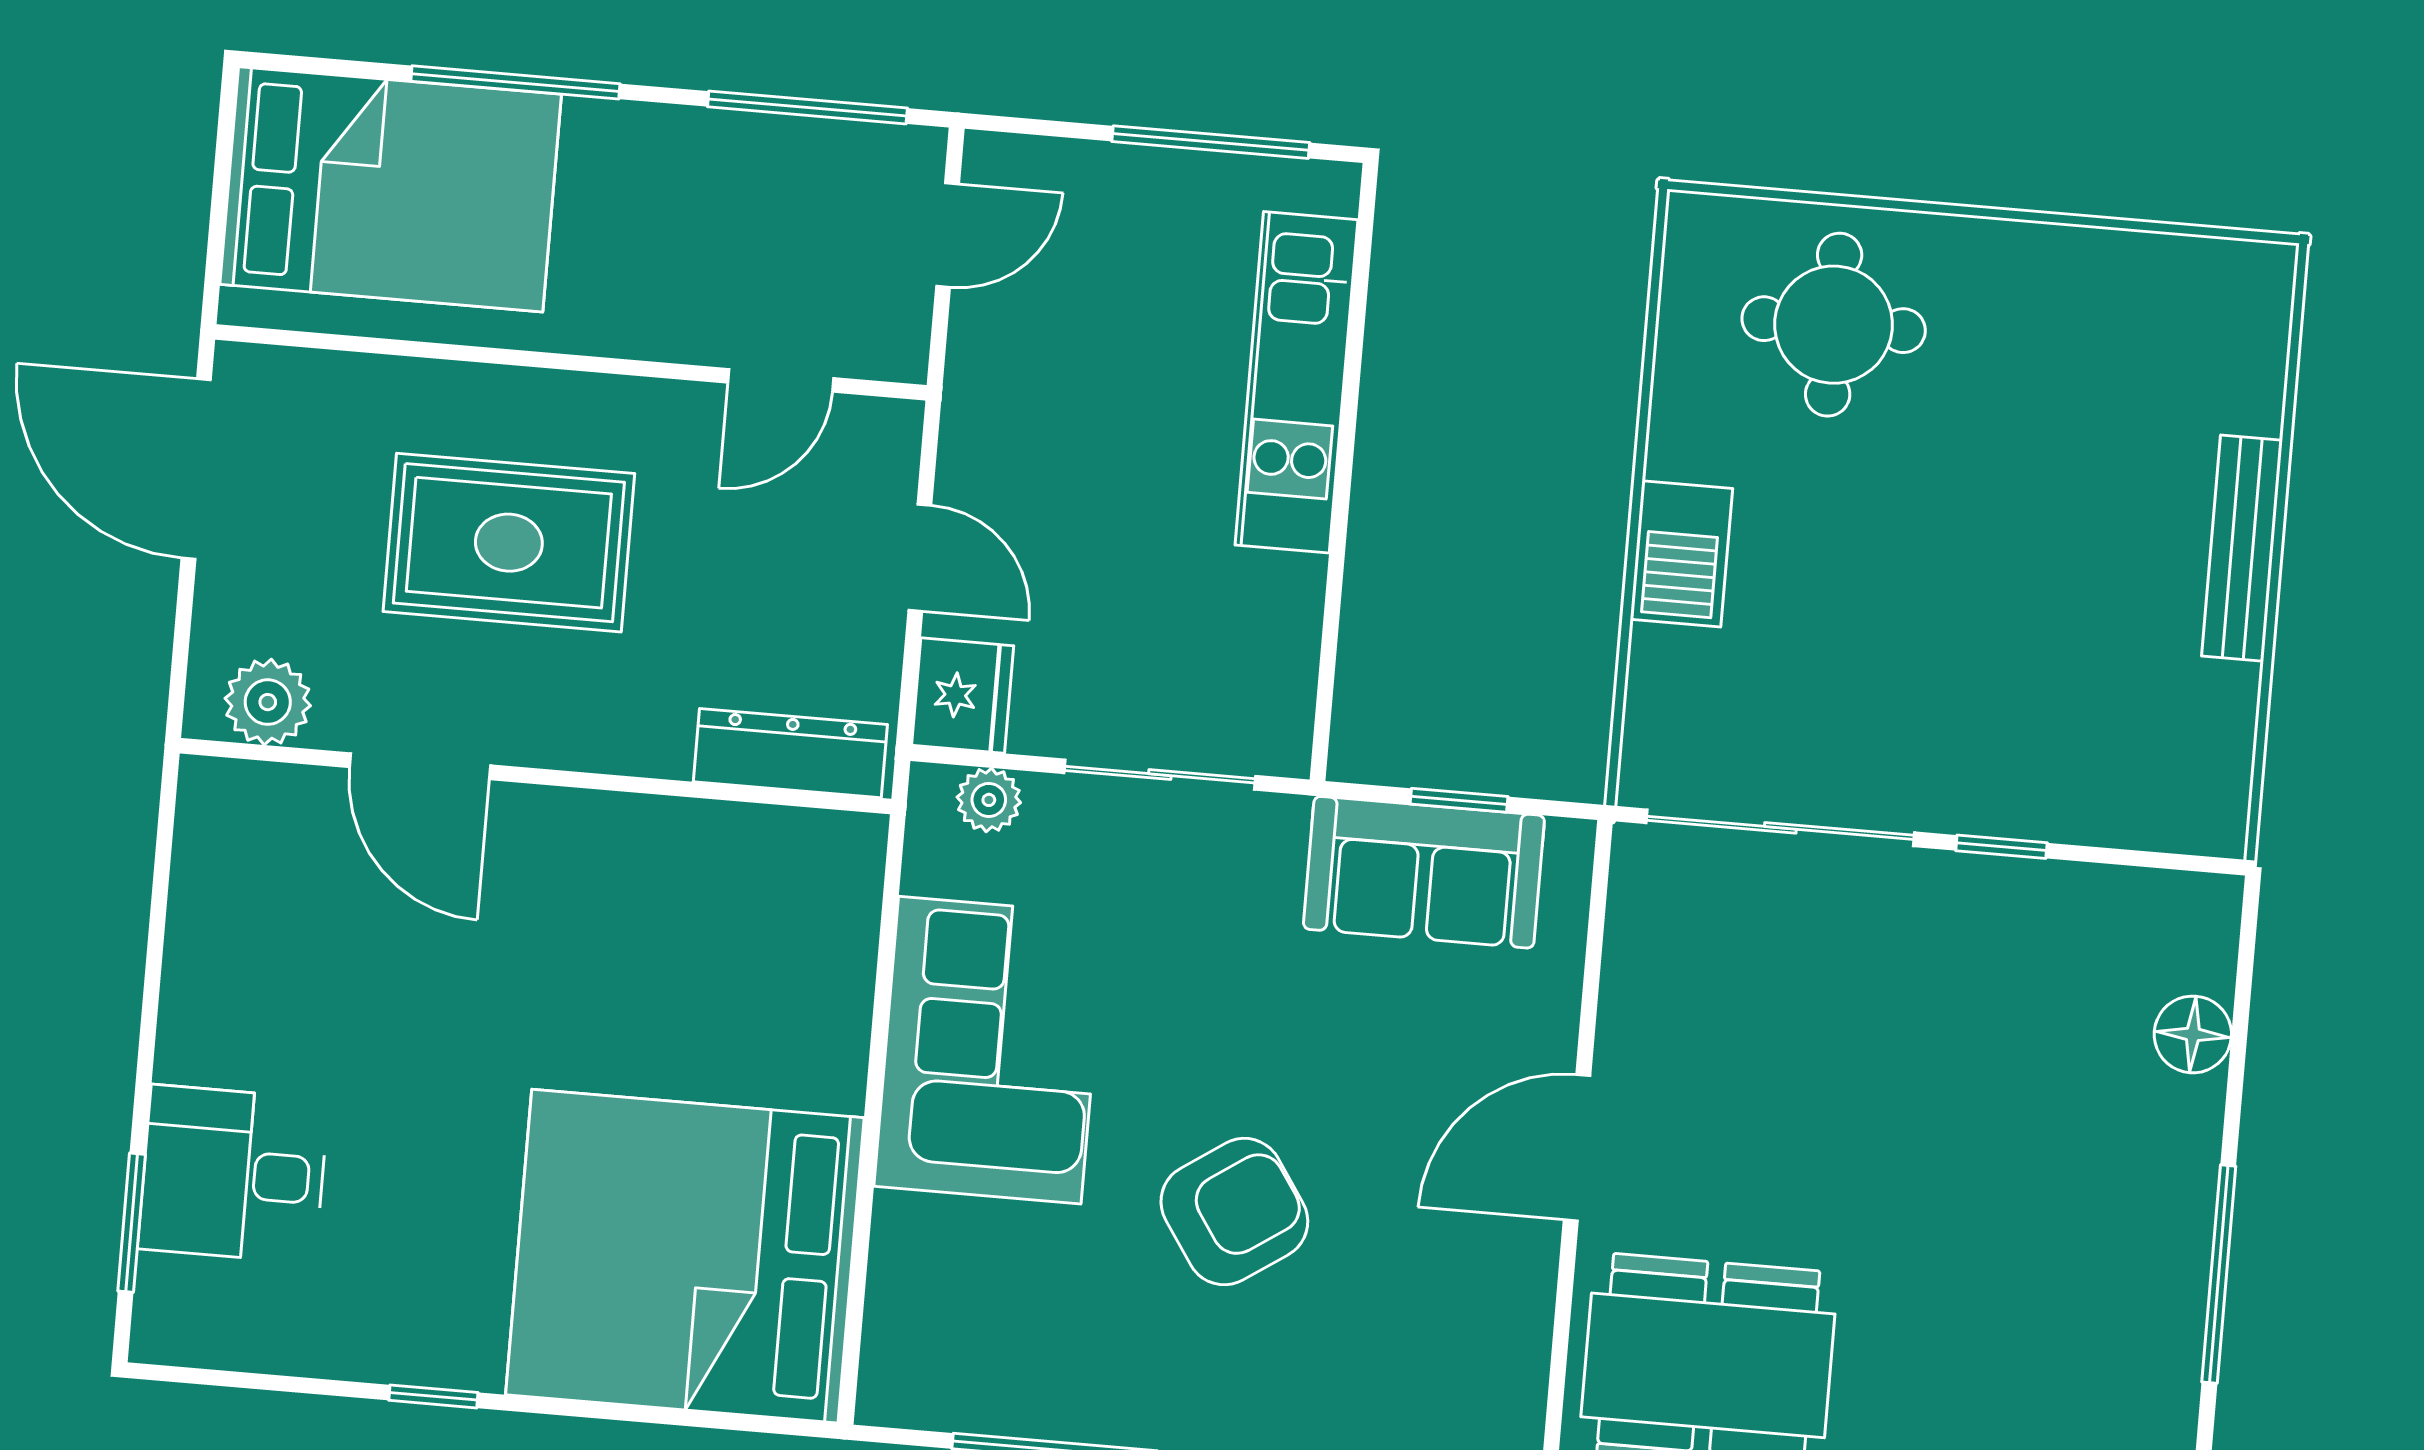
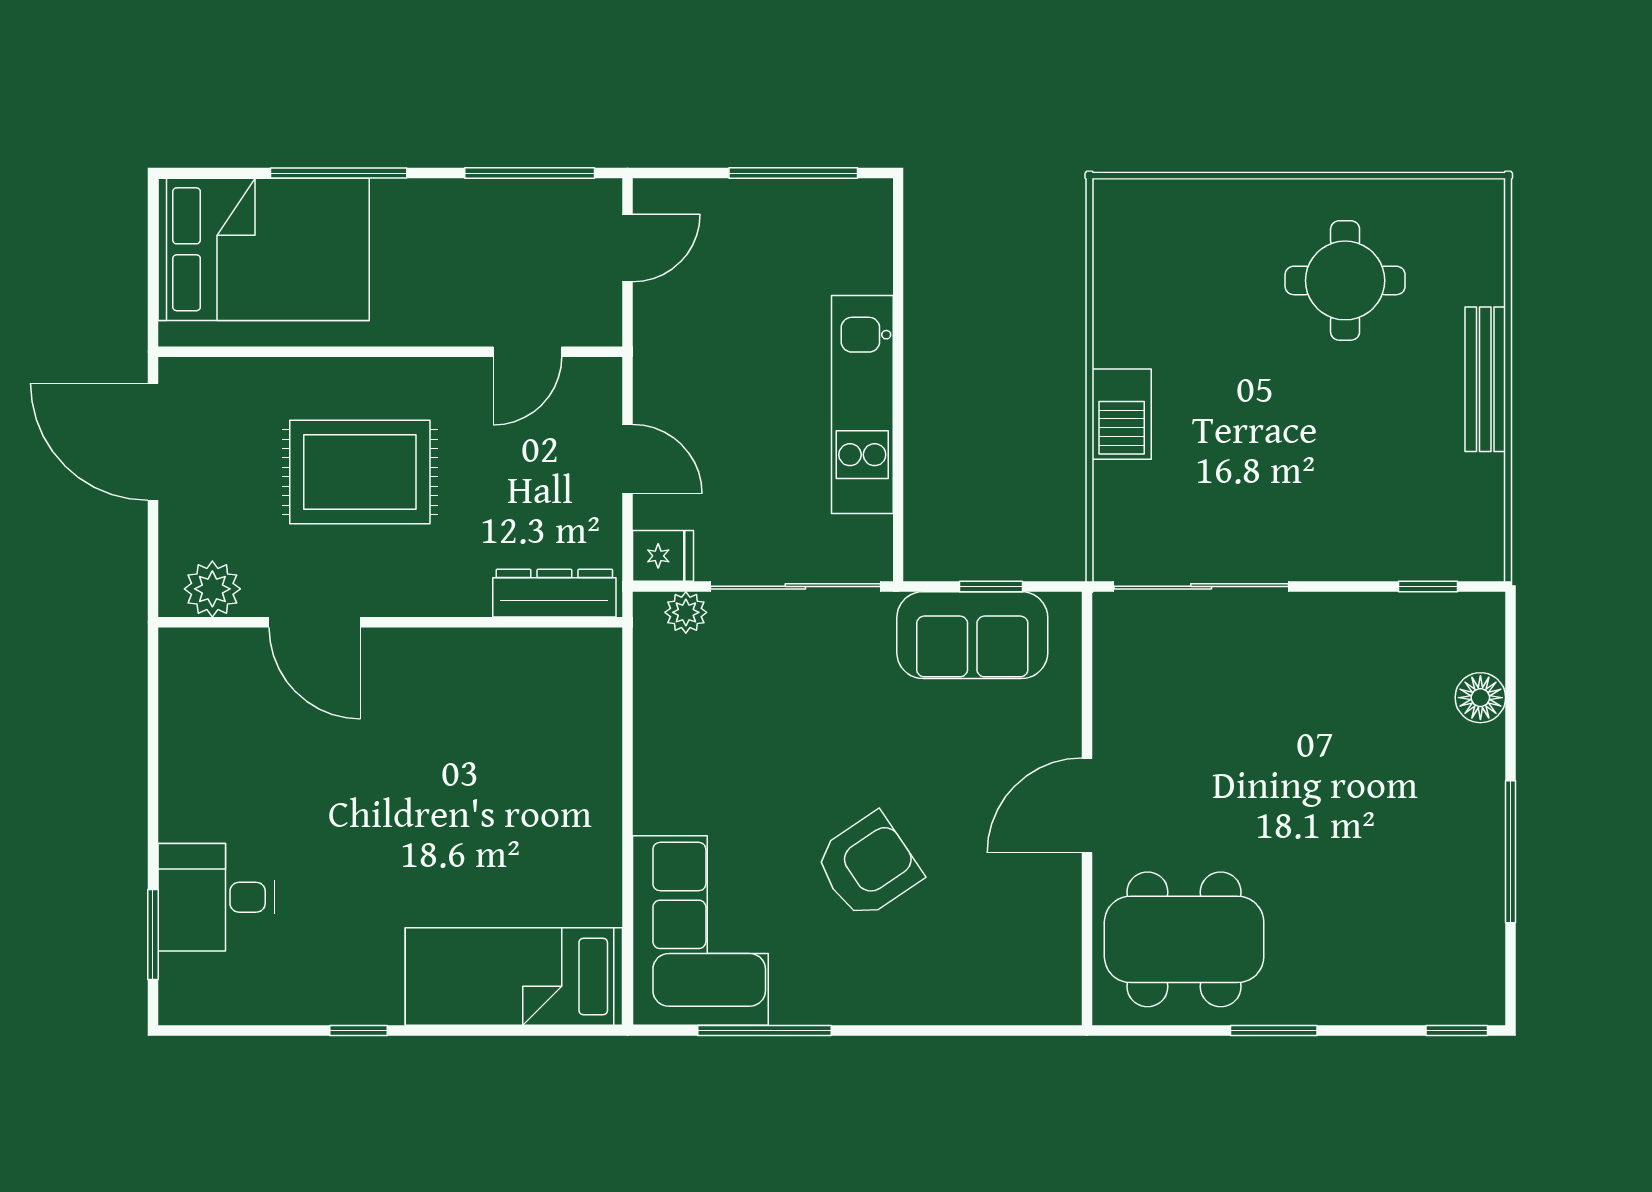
round table: (1834, 325) -> (1345, 280), moved
kitchen unit: (1296, 382) -> (862, 404), moved
fridge: (963, 696) -> (663, 556), width x0.72
sliding door: (1160, 775) -> (795, 586), width x1.37
window: (2001, 847) -> (1428, 586), moved
corner sofa: (990, 1050) -> (700, 931), moved
bed: (685, 1256) -> (514, 977), width x0.49

